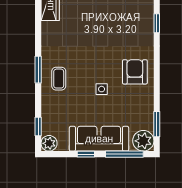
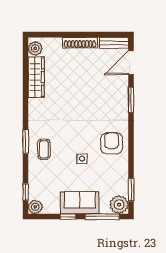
window: (157, 23) -> (131, 100), width x1.50
sofa: (99, 139) -> (80, 203), width x0.73

